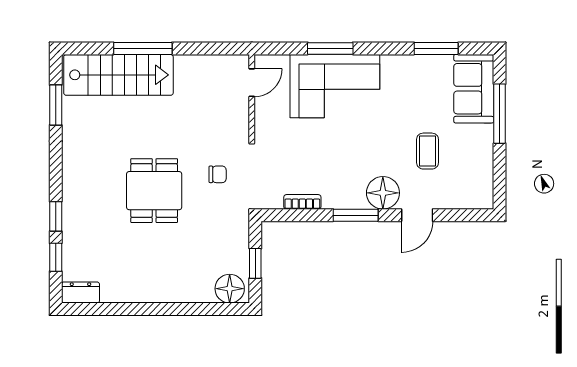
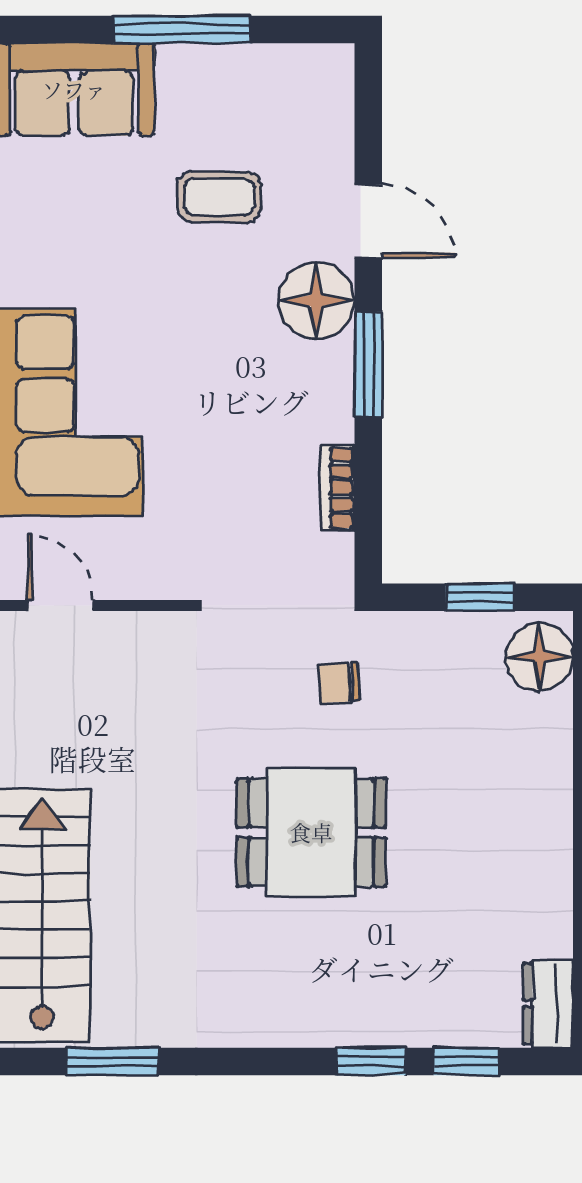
window: (500, 114) -> (182, 29), moved
chair: (218, 174) -> (339, 683), moved, turned -93

